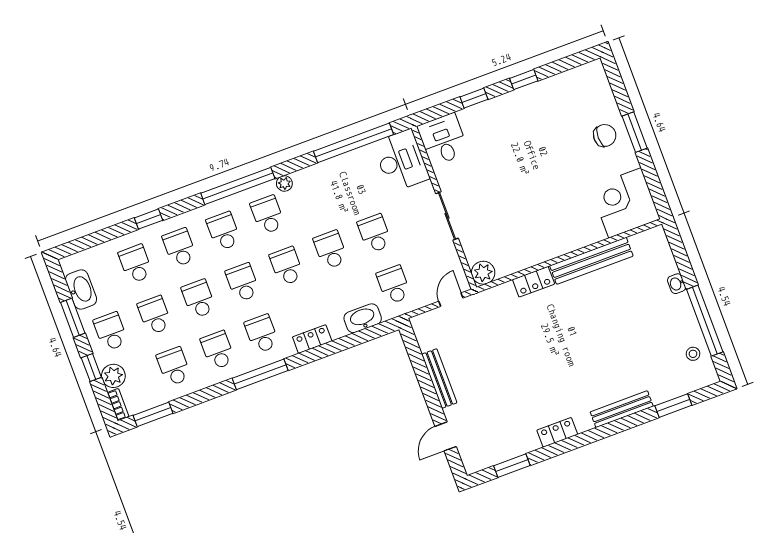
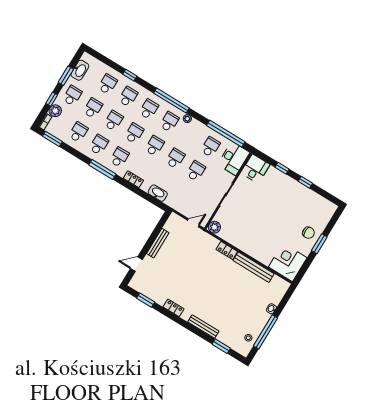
school desk: (394, 285) -> (210, 147), moved

